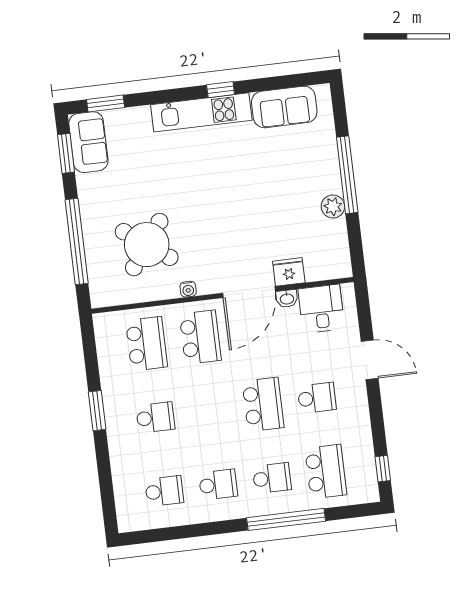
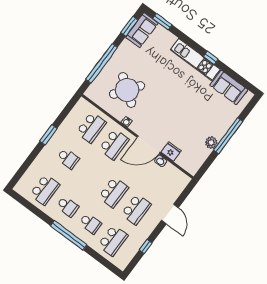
desk: (321, 309) -> (170, 177), removed
school desk: (317, 398) -> (136, 209), width x1.85
window: (383, 469) -> (146, 247), moved
school desk: (164, 491) -> (45, 190), width x1.85
window: (286, 519) -> (69, 235), moved

